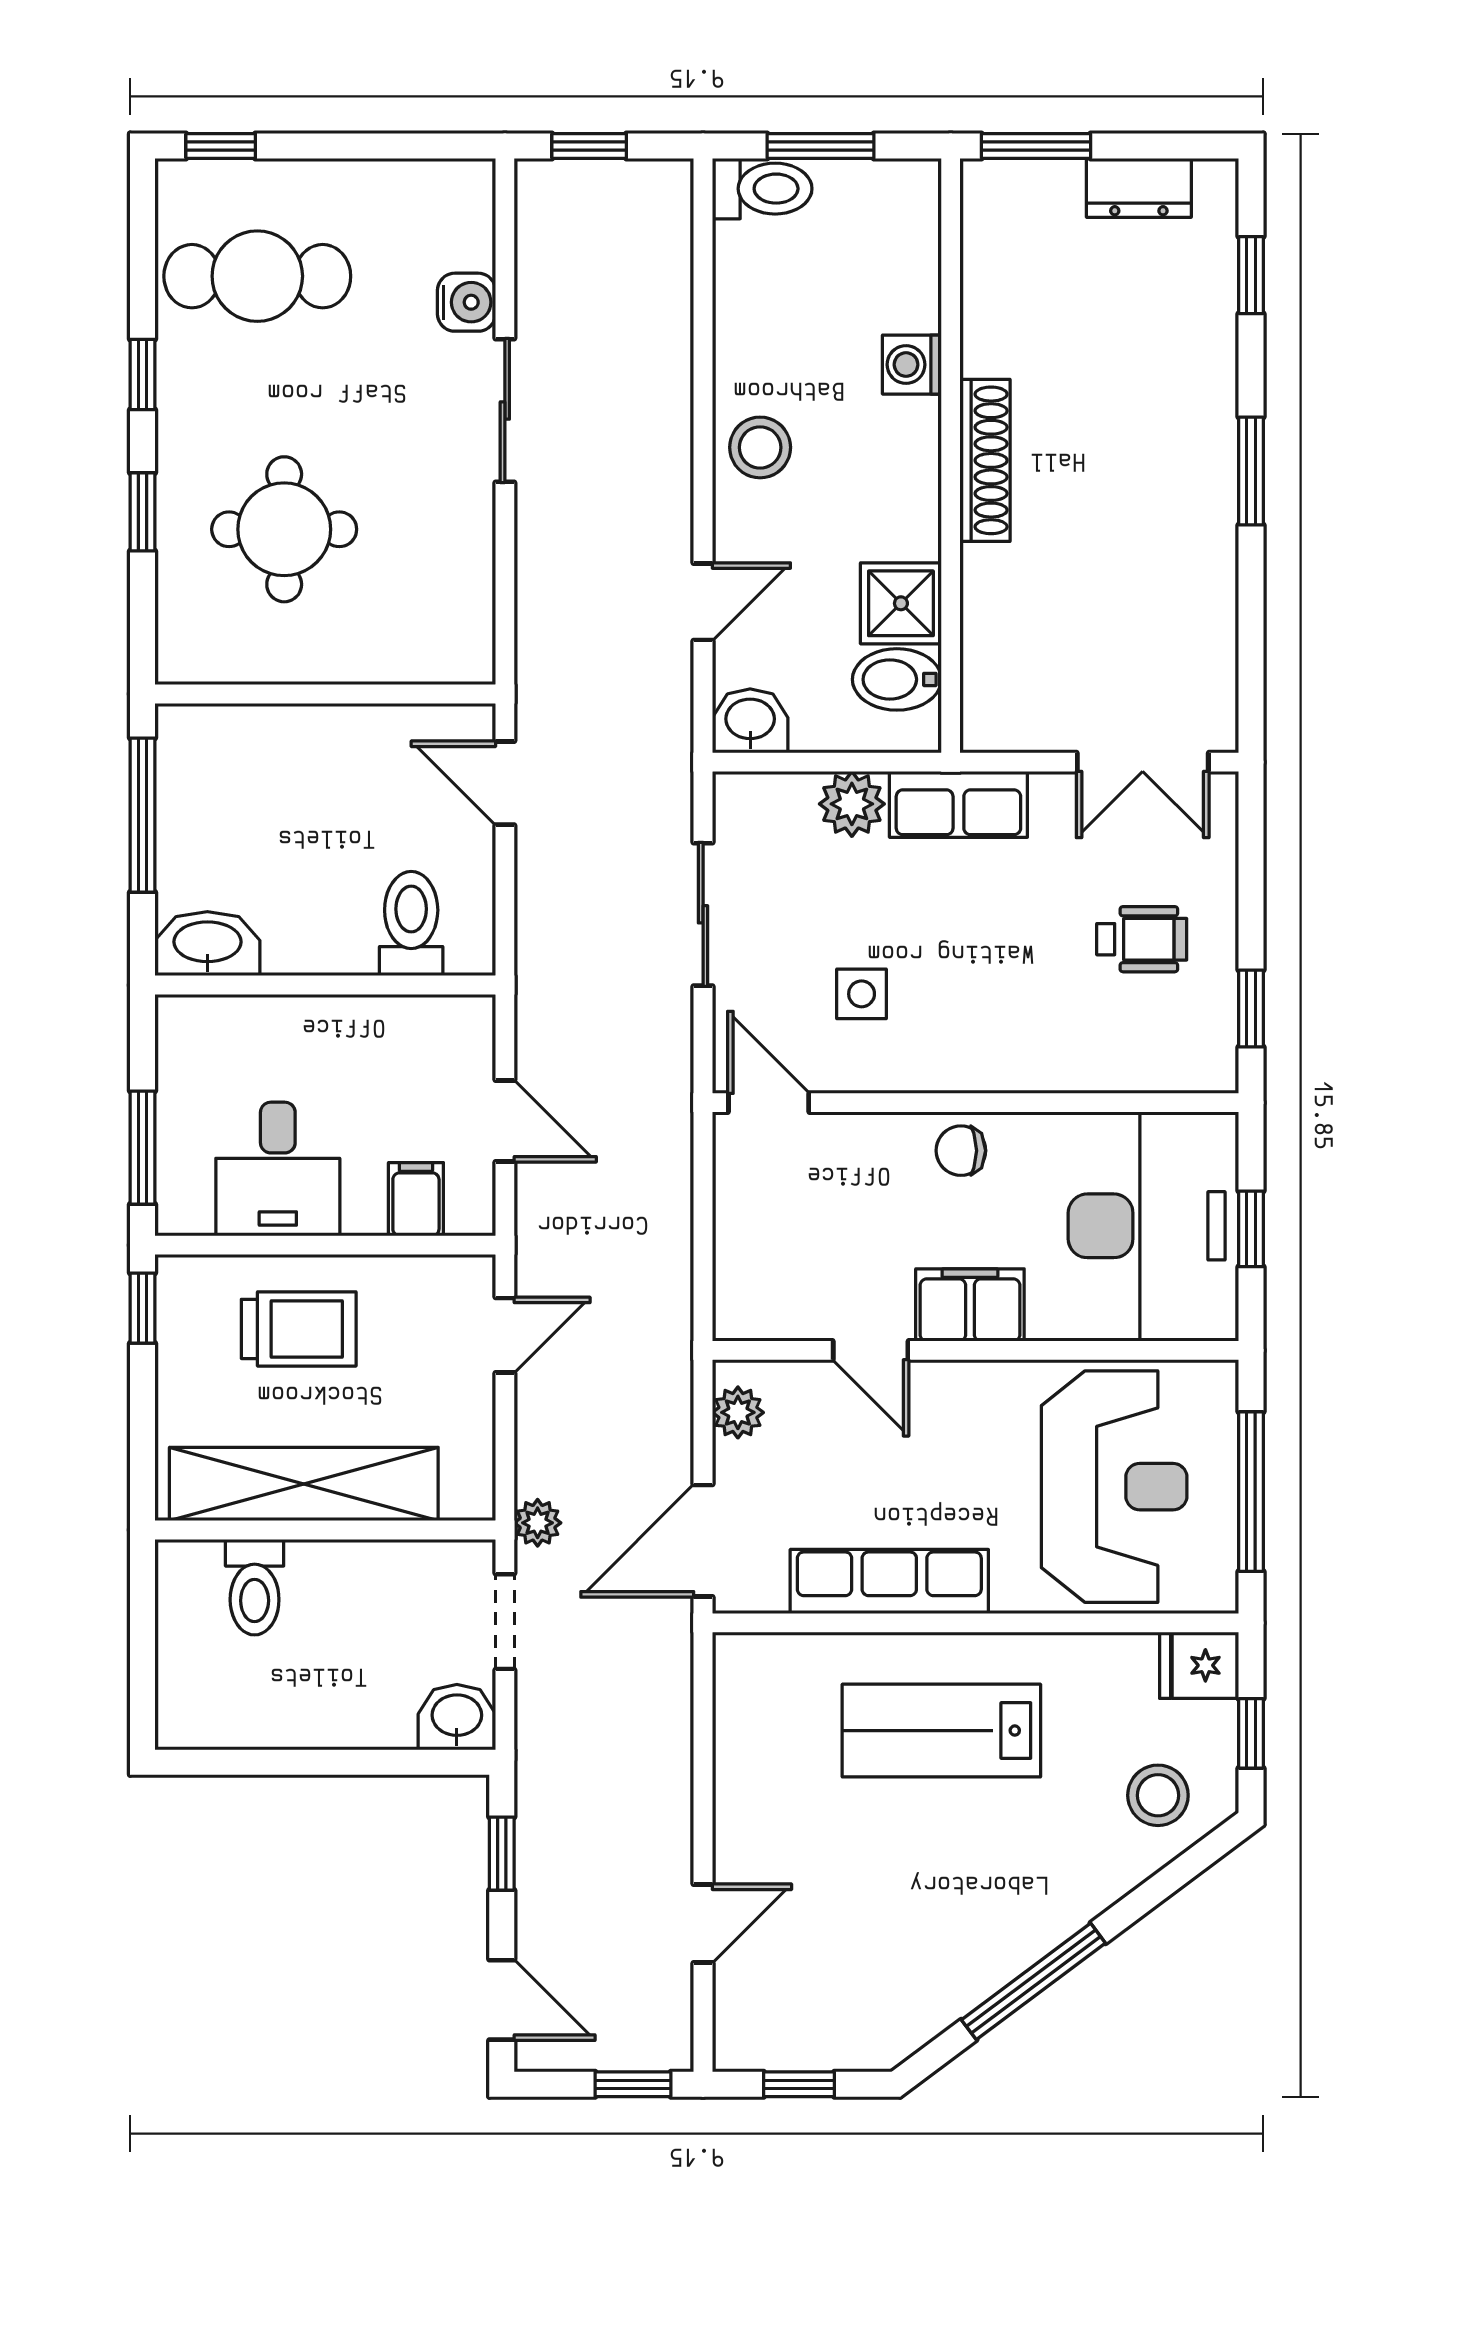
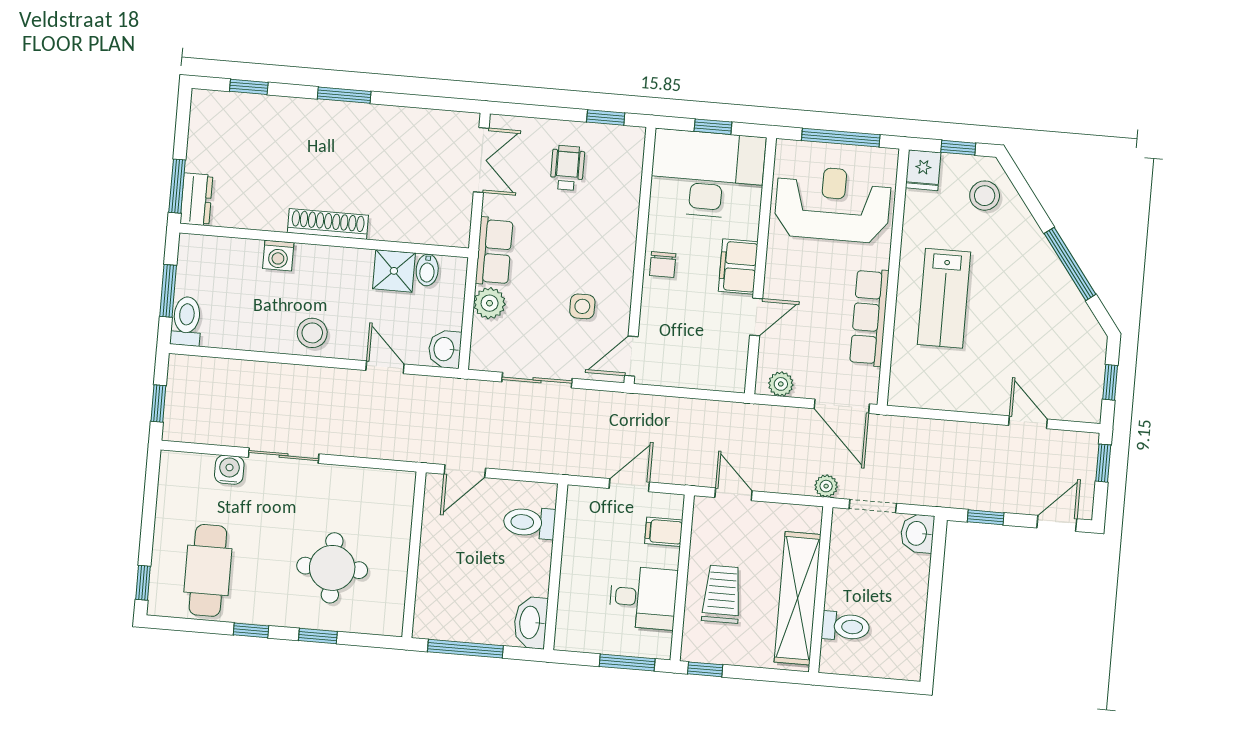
dresser: (1139, 188) -> (196, 199), moved
bidet: (897, 679) -> (427, 270), width x0.72, depth x0.74

